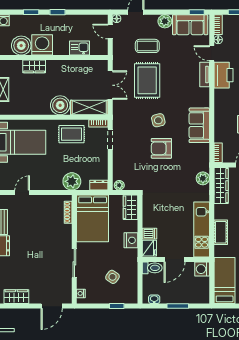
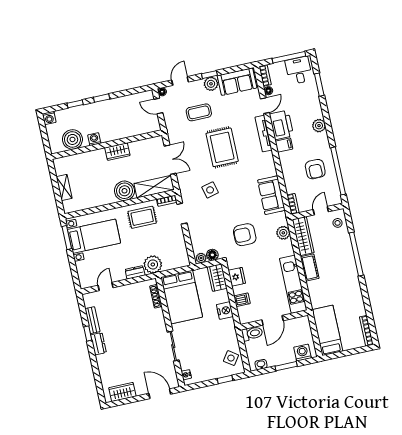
window: (197, 12) -> (209, 75), moved
washing machine: (42, 45) -> (94, 139), width x0.53, depth x0.53
kitchen sink: (80, 48) -> (131, 129), removed
door: (212, 53) -> (265, 106), swing flipped
wardrobe: (34, 66) -> (117, 152), moved
tv unit: (205, 75) -> (264, 134), width x1.41
rug: (147, 80) -> (222, 147), moved
filing cabinet: (222, 95) -> (284, 145), added
side table: (158, 120) -> (210, 190), moved
sofa: (199, 125) -> (271, 195), moved
armchair: (161, 148) -> (245, 235), moved
dresser: (99, 185) -> (135, 272), moved
floor lamp: (131, 185) -> (212, 255), added
cot: (221, 232) -> (310, 268), moved
fridge: (149, 248) -> (237, 277), moved
washing machine: (202, 269) -> (303, 353), moved, turned 90
side table: (112, 277) -> (231, 358), moved
door: (52, 306) -> (160, 394), swing flipped

